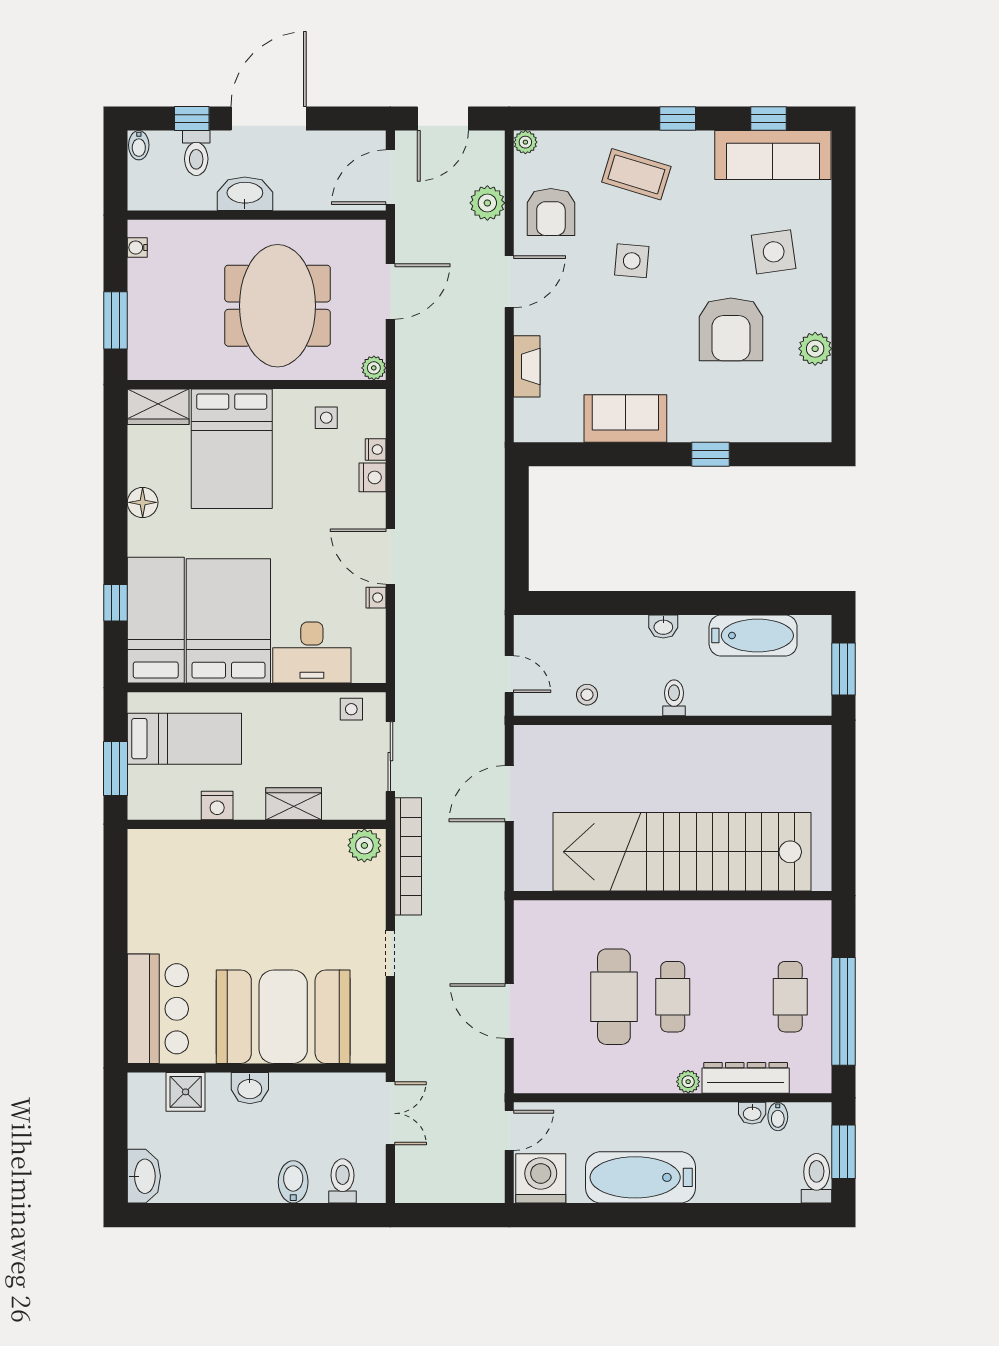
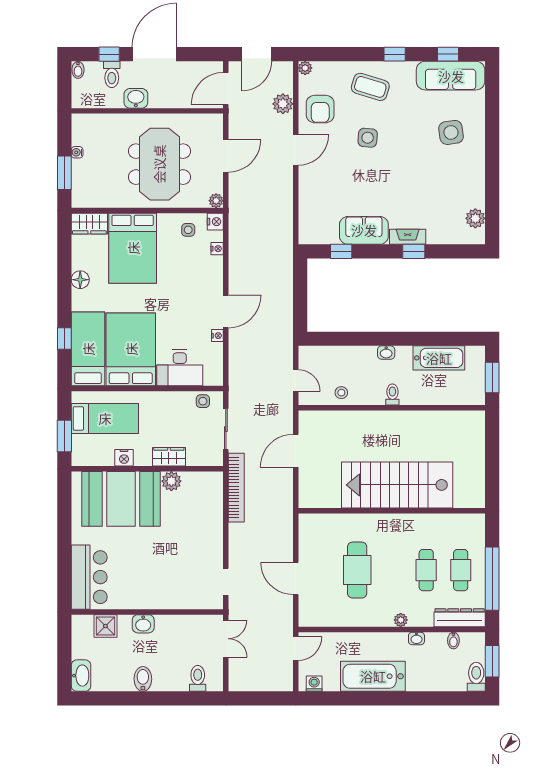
washbasin: (245, 194) -> (136, 98), width x0.72
water cooler: (137, 247) -> (77, 152), moved
armchair: (731, 329) -> (426, 178), removed
plant: (815, 349) -> (475, 218), moved
fireplace: (527, 366) -> (408, 237), moved, turned -90
window: (587, 454) -> (341, 251), added
nightstand: (372, 477) -> (215, 222), moved
door: (390, 557) -> (226, 312), swing flipped
plant: (364, 845) -> (171, 481), moved
stairs: (682, 852) -> (397, 485), width x0.73
doorway: (390, 953) -> (226, 582), moved
cafe table: (673, 997) -> (426, 570), moved
booth: (283, 1017) -> (121, 499), moved
dresser: (746, 1078) -> (460, 618), moved
washbasin: (752, 1113) -> (416, 638), moved
washing machine: (541, 1178) -> (314, 684), width x0.53, depth x0.53
bidet: (293, 1182) -> (143, 679), moved

